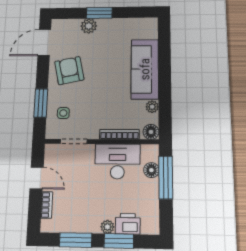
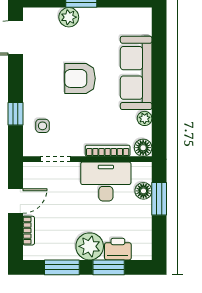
armchair: (69, 71) -> (80, 78), moved, turned -78
window: (41, 103) -> (16, 114), width x0.67
window: (166, 177) -> (159, 199), width x0.69
door: (37, 178) -> (16, 201), hinge flipped
plant: (107, 227) -> (90, 246), width x1.88, depth x1.88

